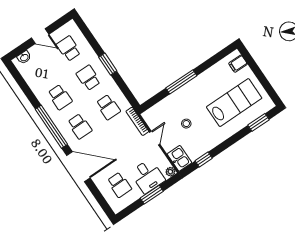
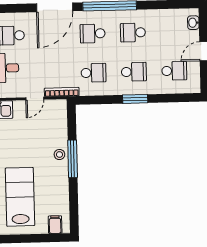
lab bench: (234, 103) -> (20, 197), turned 180
school desk: (108, 107) -> (94, 73), turned 180
stool: (186, 124) -> (59, 155), moved
door: (155, 138) -> (35, 99), hinge flipped

